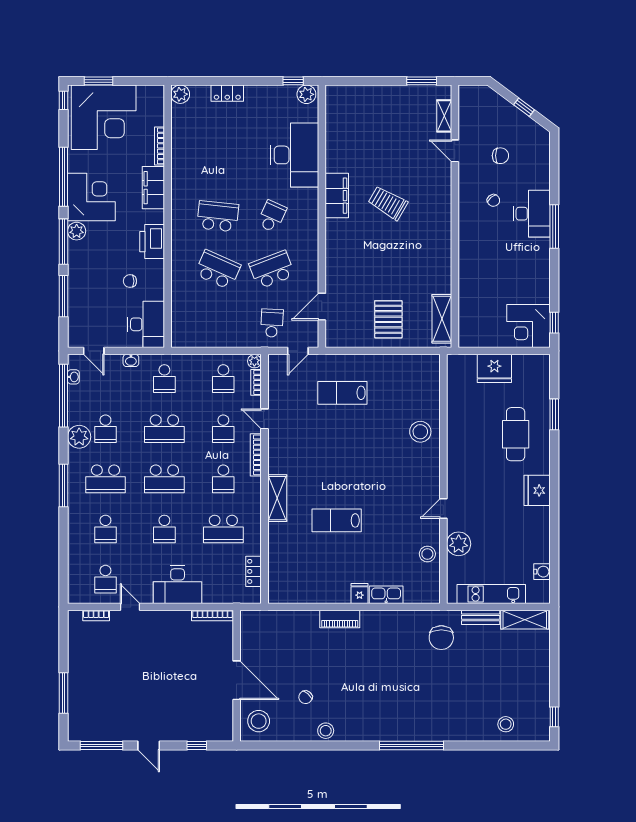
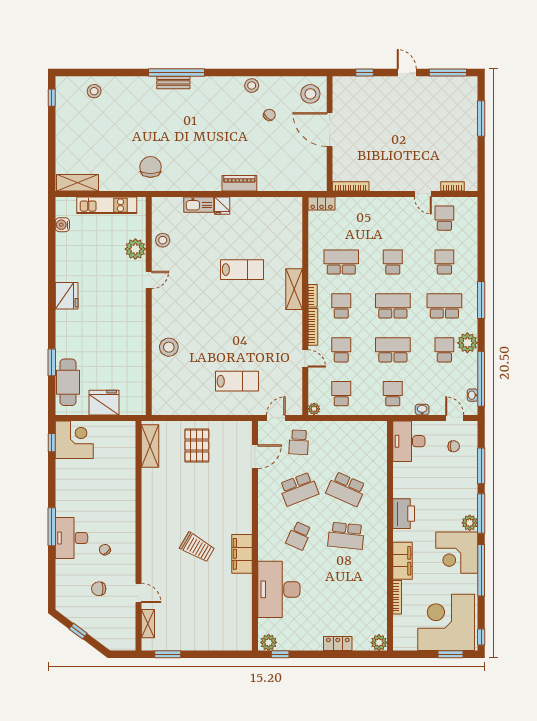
chair: (130, 281) -> (454, 446), moved
bookcase: (256, 382) -> (313, 296), moved
cafe table: (516, 434) -> (68, 382), moved
locker: (254, 571) -> (322, 203), moved, turned 90
desk: (178, 585) -> (381, 213), removed
bench: (481, 617) -> (173, 82), moved

